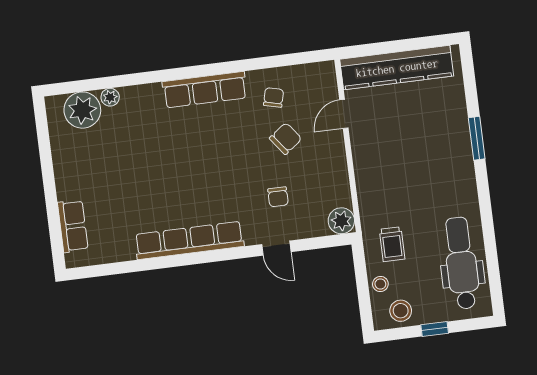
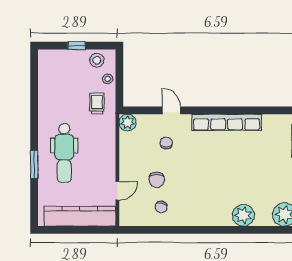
row of seats: (205, 90) -> (205, 218), removed
plant: (110, 97) -> (243, 215), moved, width x1.87, depth x1.87
chair: (286, 139) -> (157, 180), turned -53
dental chair: (461, 263) -> (64, 153), moved

